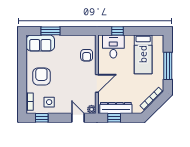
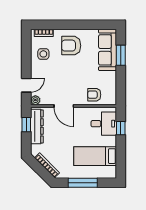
sofa: (40, 43) -> (108, 50), width x1.36
armchair: (41, 76) -> (71, 46), turned 180
window: (42, 118) -> (26, 46), removed

